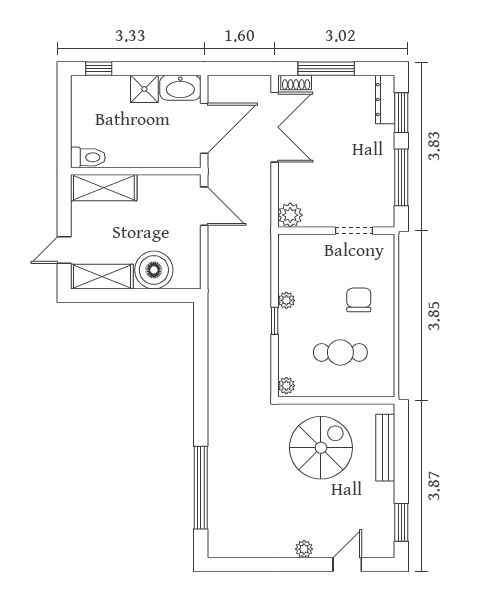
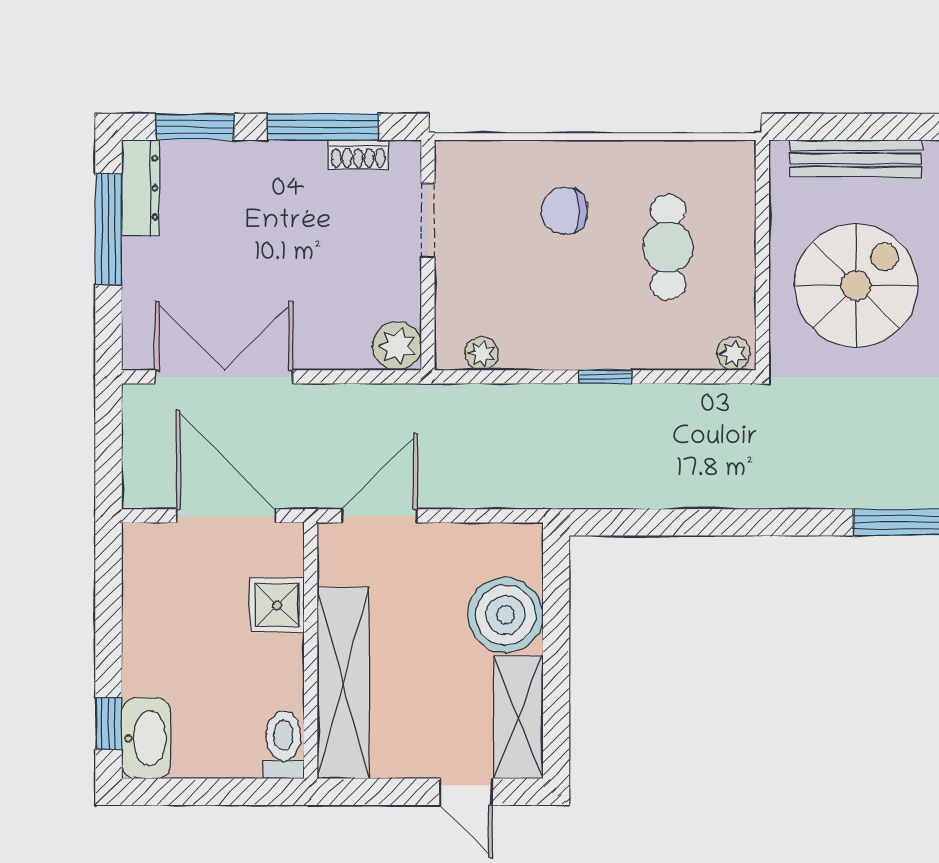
window: (326, 69) -> (108, 229), moved
shoe rack: (296, 83) -> (358, 155), moved, turned 90
washbasin: (180, 88) -> (146, 738), moved
shower: (144, 89) -> (277, 605), moved
dresser: (385, 100) -> (140, 188), moved, turned -90
shelving: (104, 188) -> (343, 683), width x1.47
plant: (286, 300) -> (482, 354), moved
spiral stairs: (321, 448) -> (856, 285), turned 90

